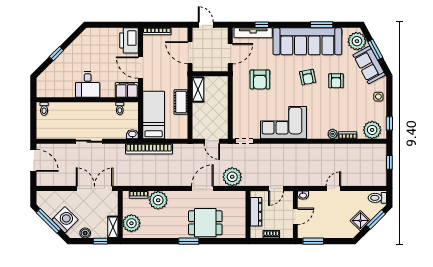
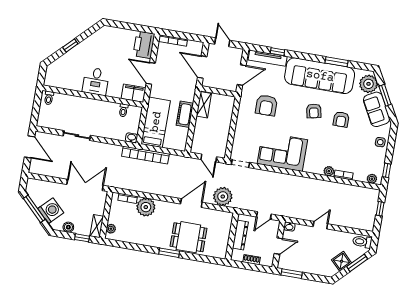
plant: (372, 130) -> (372, 179), width x0.53, depth x0.53
sliding door: (89, 141) -> (77, 136), moved
plant: (131, 223) -> (111, 229), width x0.53, depth x0.53

